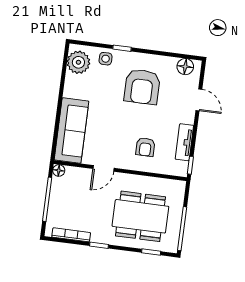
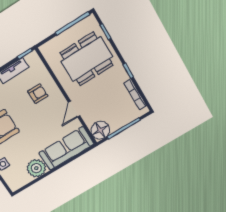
plant: (78, 62) -> (36, 168), moved
door: (104, 168) -> (74, 109), swing flipped
floor lamp: (59, 170) -> (100, 130), width x1.89, depth x1.89
dining table: (140, 216) -> (87, 59), turned 90

